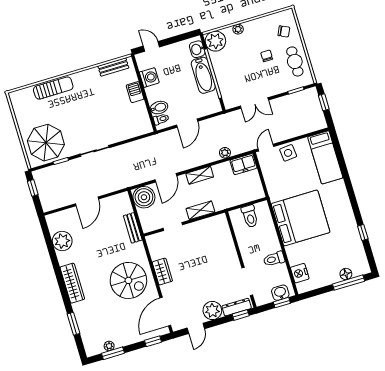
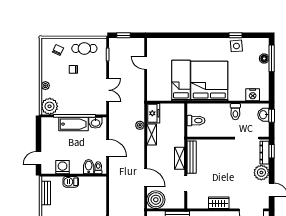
washbasin: (197, 49) -> (95, 123), moved
door: (266, 148) -> (146, 63), moved
side table: (288, 153) -> (236, 46), moved
bed: (325, 157) -> (181, 80), moved, turned -90
shelving: (200, 175) -> (152, 135), moved
bench: (206, 224) -> (192, 157), added

